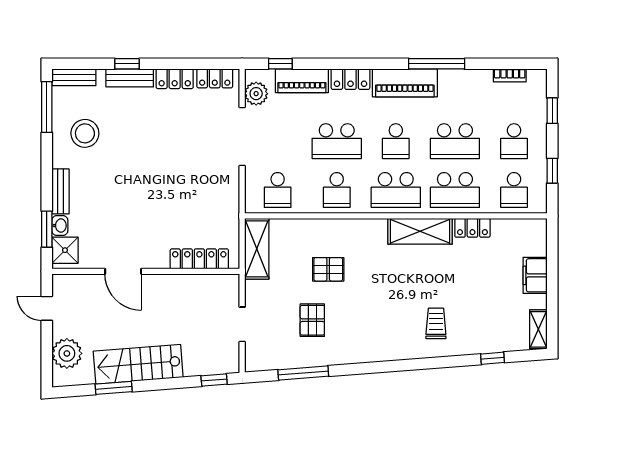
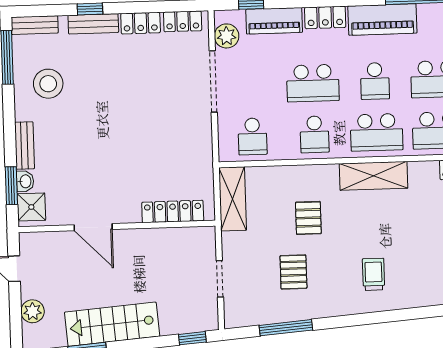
shelving: (420, 231) -> (374, 176), moved
pallet: (328, 269) -> (308, 218), turned 90
trolley: (436, 323) -> (374, 274), moved
plant: (67, 353) -> (33, 311), width x0.73, depth x0.73

